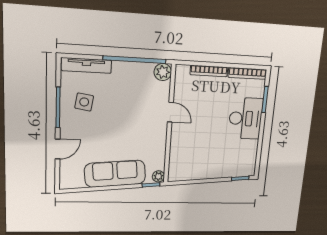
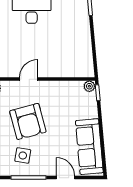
armchair: (123, 109) -> (28, 121), added
sofa: (115, 174) -> (89, 147), moved

